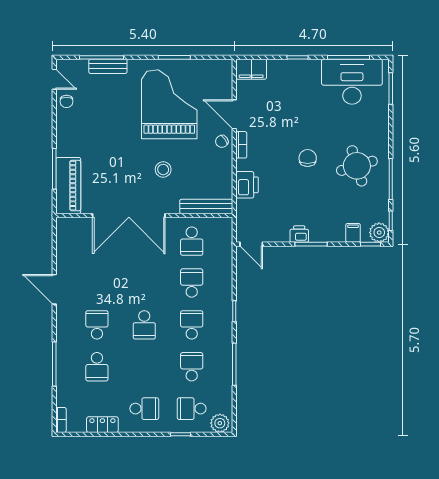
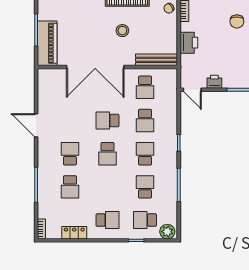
chair: (308, 158) -> (237, 21), turned 180
printer: (299, 234) -> (214, 82), moved
school desk: (144, 283) -> (107, 121), added
school desk: (192, 283) -> (145, 121), turned 180

